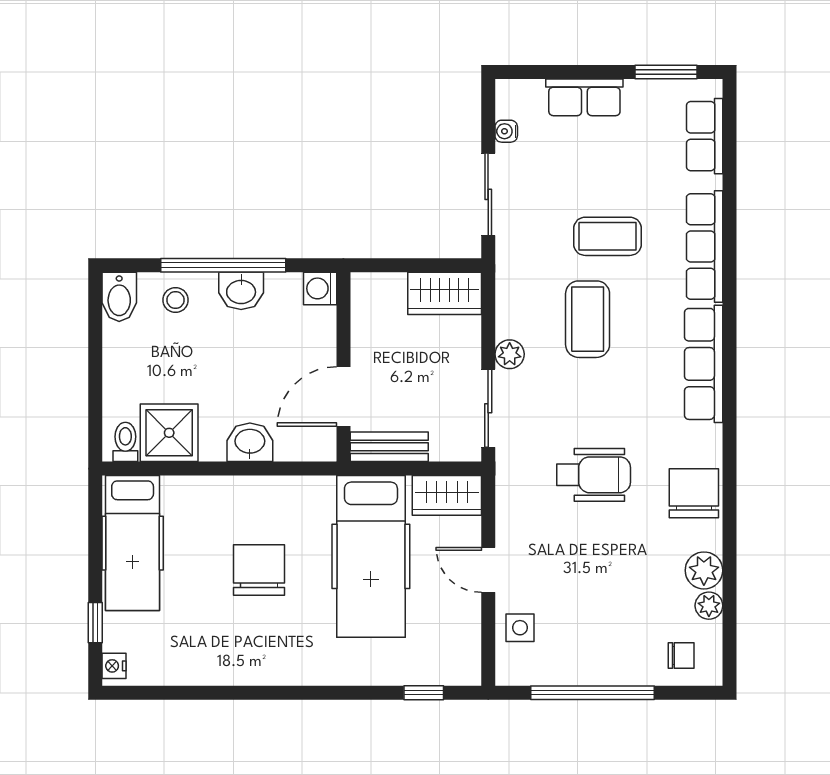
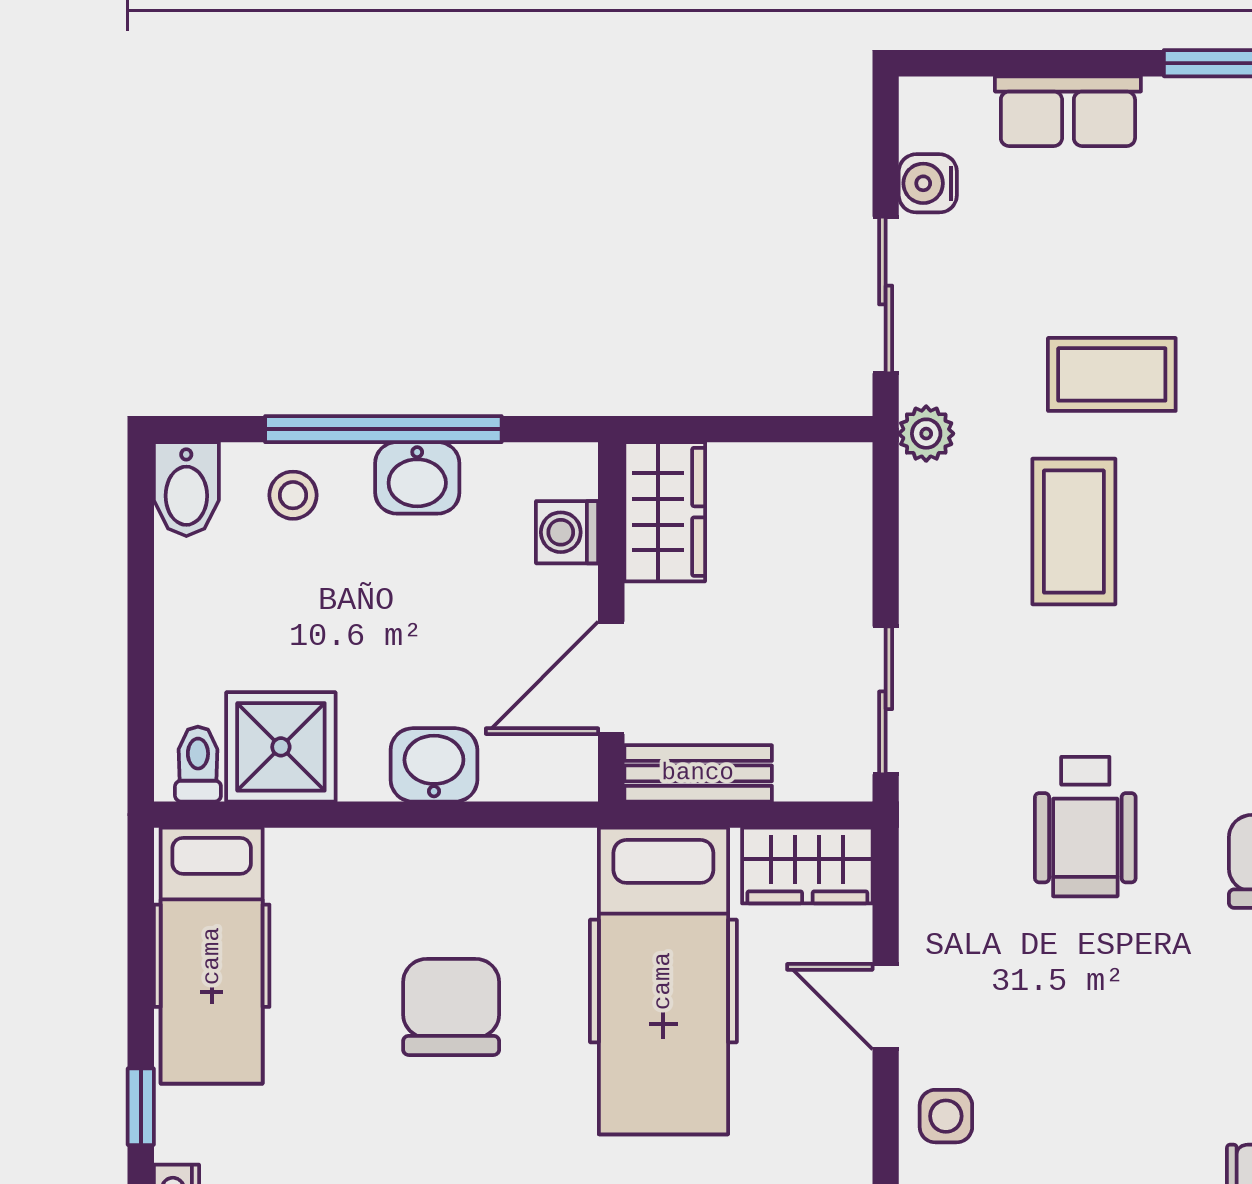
water cooler: (506, 131) -> (928, 183), width x1.38, depth x1.38
washing machine: (320, 288) -> (567, 532), moved
wardrobe: (445, 293) -> (665, 512), moved, turned -90
plant: (510, 354) -> (926, 434), moved
wheelchair: (594, 475) -> (1085, 827), turned 90

